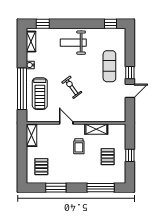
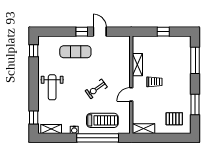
pallet: (108, 157) -> (164, 54), removed

